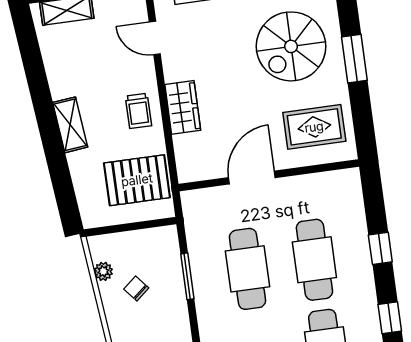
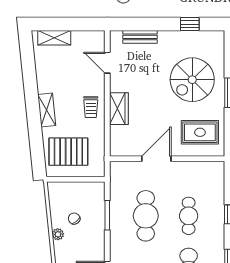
pallet: (137, 180) -> (68, 152), moved
cafe table: (314, 260) -> (189, 216), width x0.73, depth x0.74
plant: (103, 271) -> (58, 234), moved

